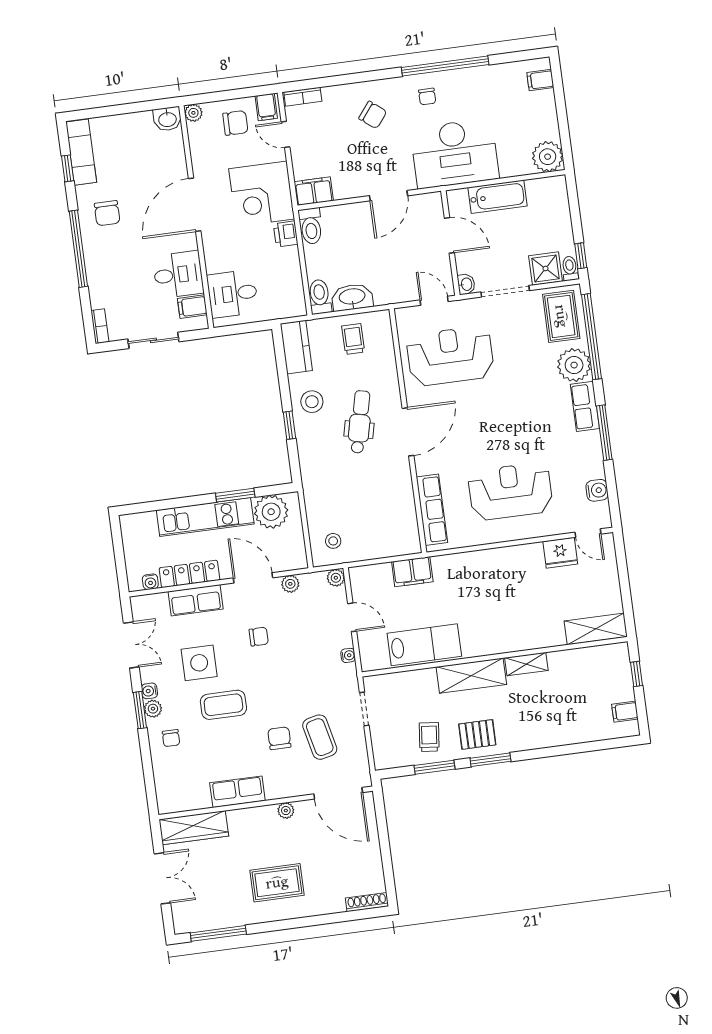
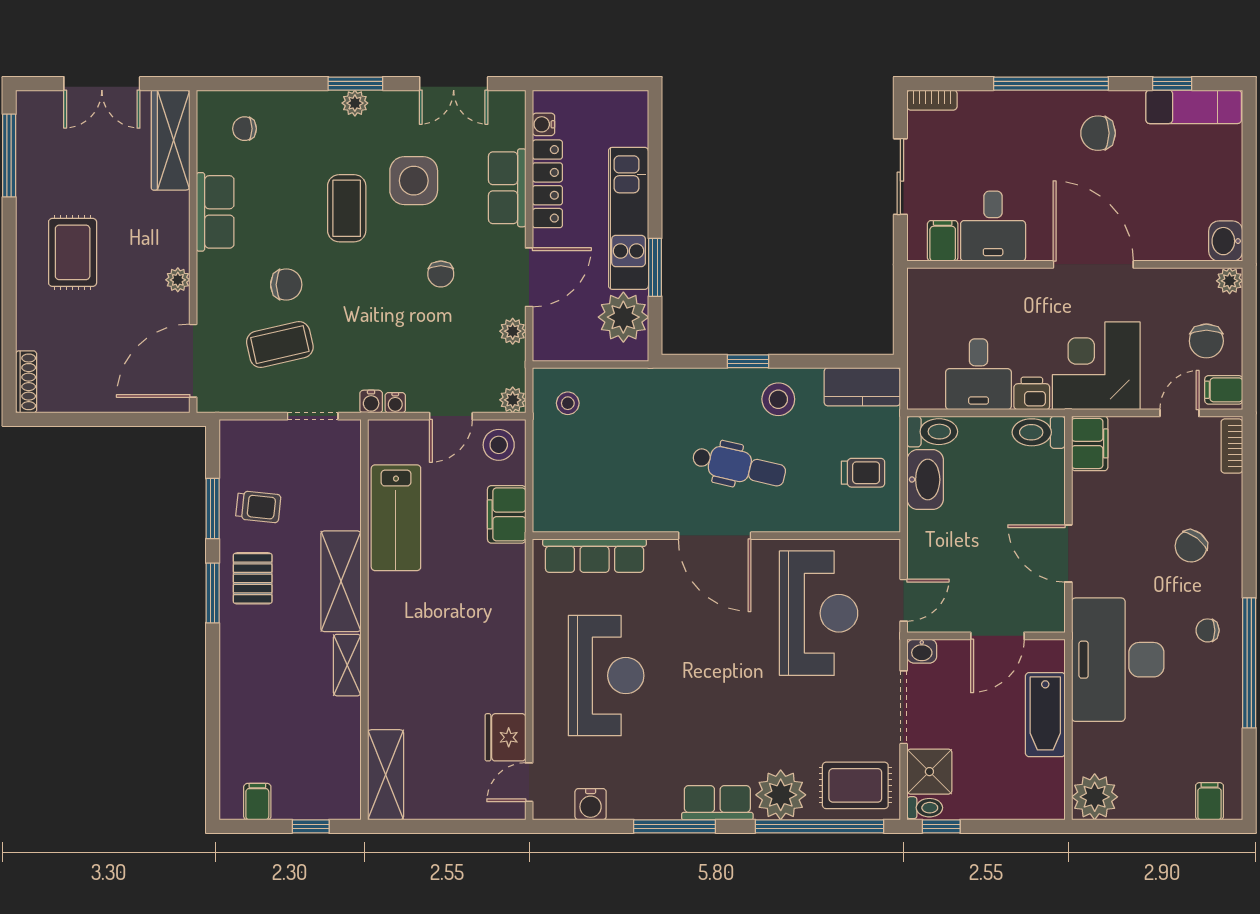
desk: (233, 294) -> (979, 374), moved, turned 180
stool: (367, 583) -> (499, 445), added
water cooler: (149, 691) -> (371, 402), moved, turned 180
chair: (171, 738) -> (245, 129), moved

